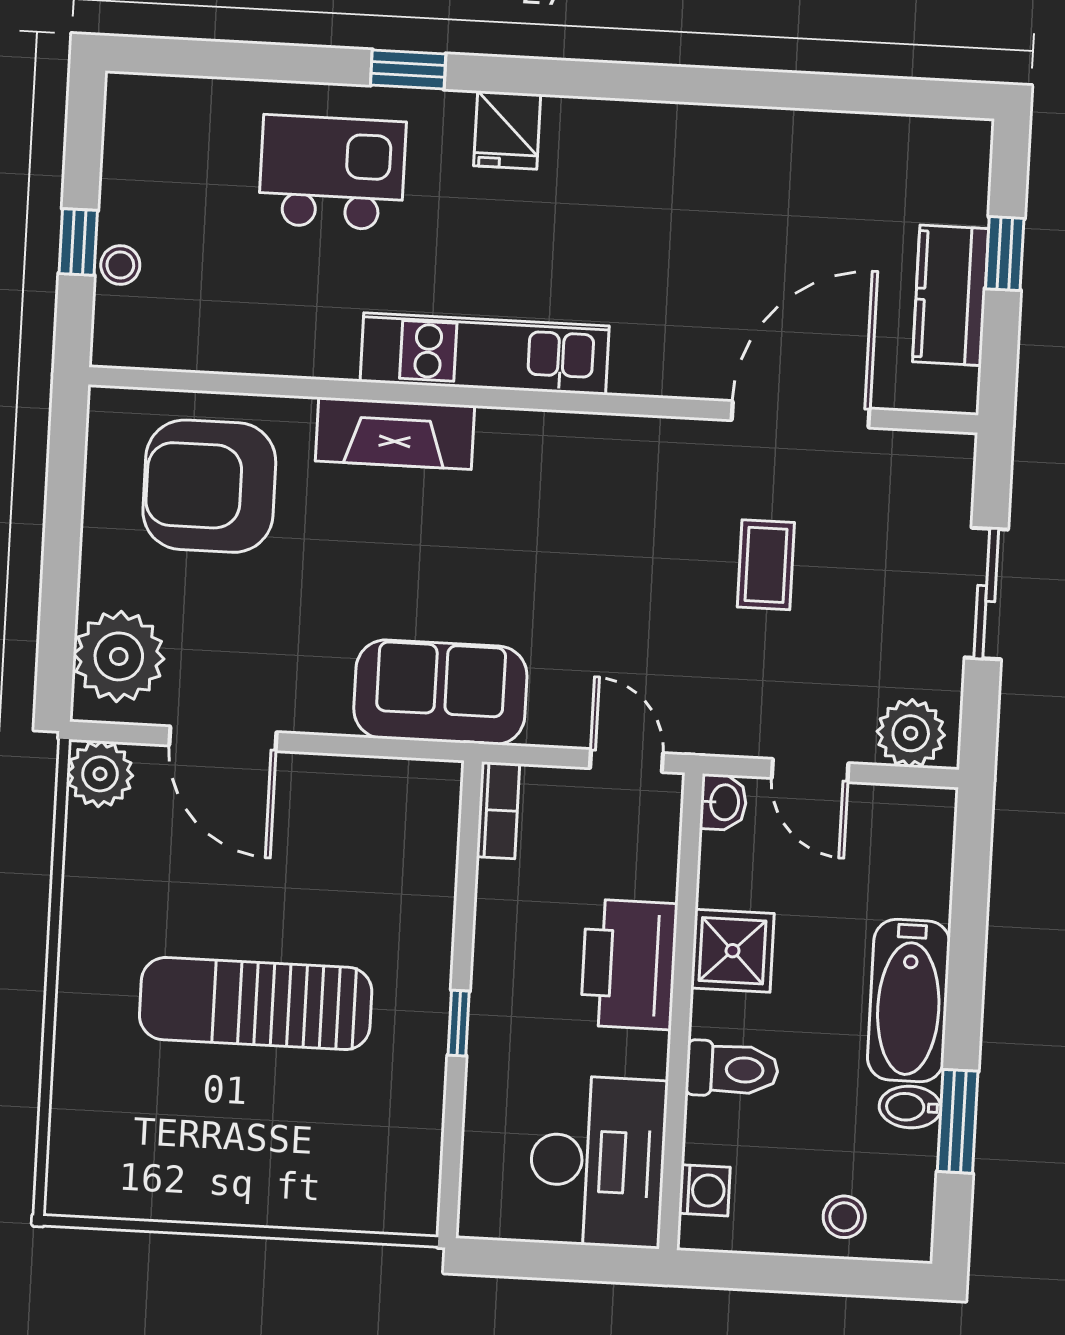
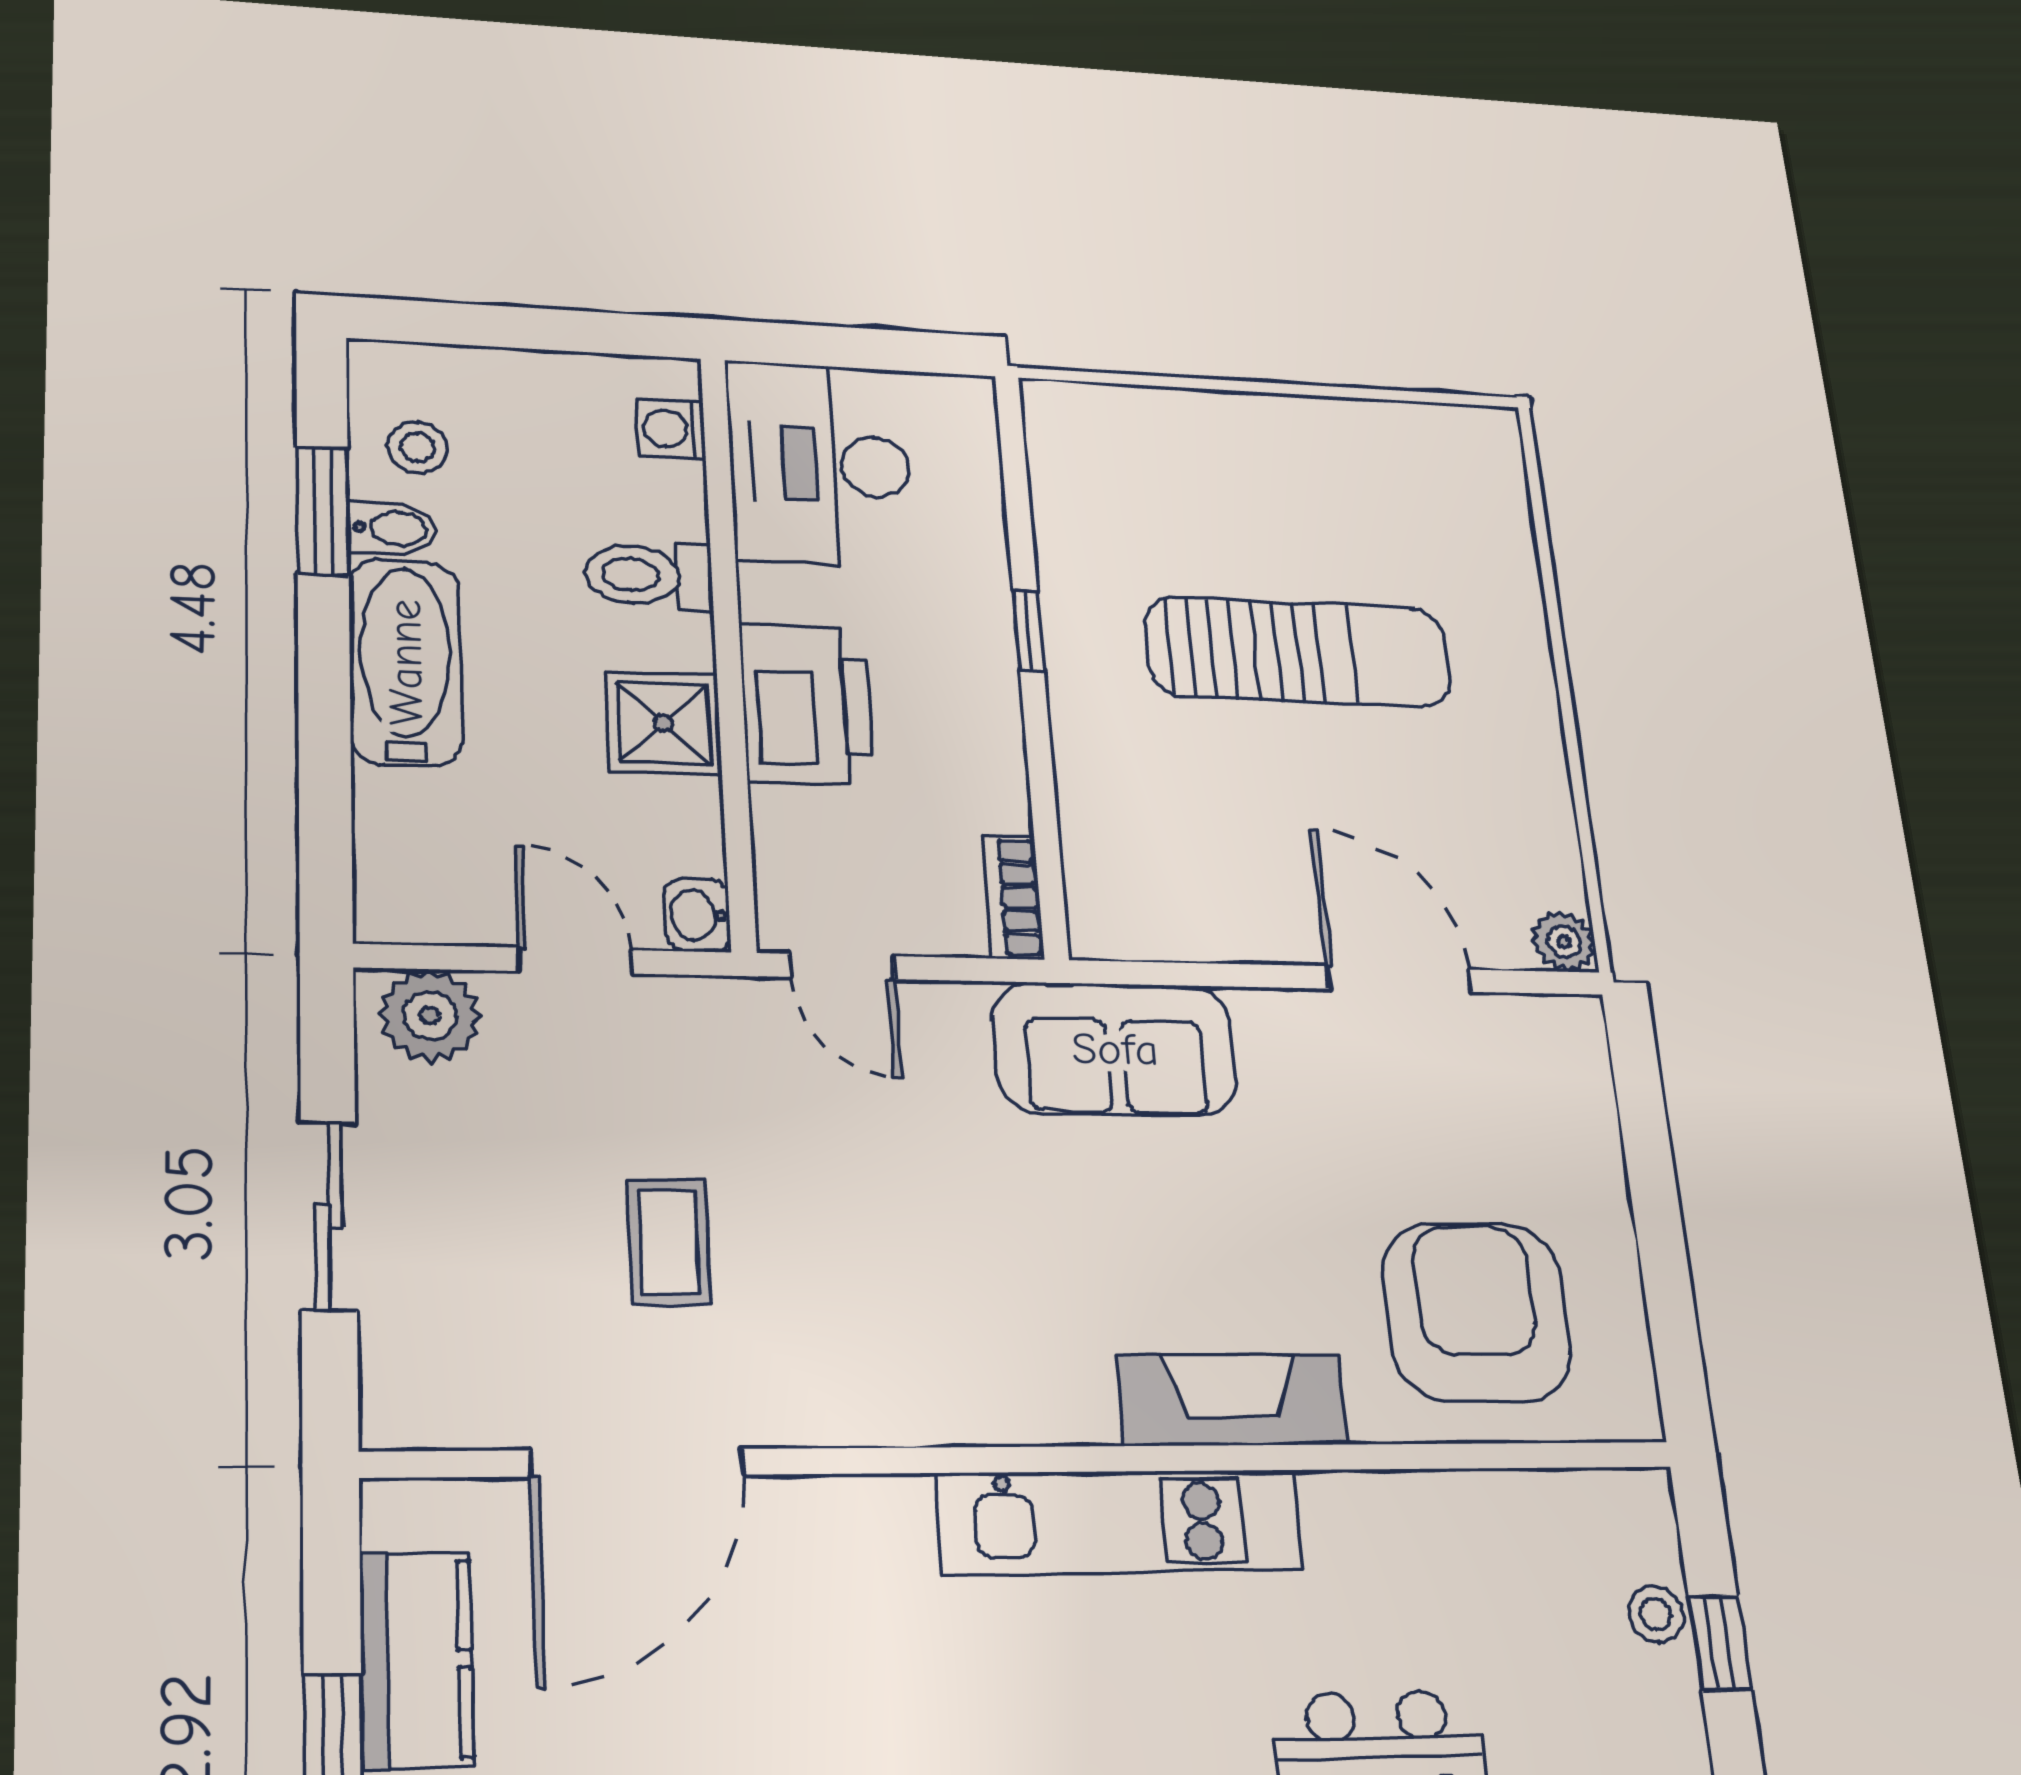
armchair: (209, 486) -> (1477, 1312), turned -90
plant: (119, 656) -> (1555, 1080), removed
plant: (100, 774) -> (1564, 942), width x0.73, depth x0.73
stool: (844, 1217) -> (418, 447), moved

